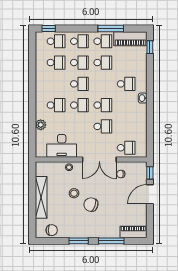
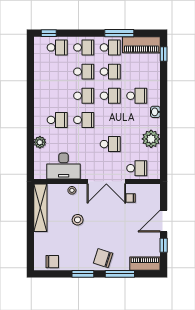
school desk: (56, 63) -> (57, 72), removed
school desk: (103, 105) -> (110, 96), moved
plant: (139, 122) -> (151, 139), added
window: (150, 173) -> (164, 245), moved
shelving: (41, 197) -> (40, 208), moved
chair: (91, 205) -> (103, 258), moved

